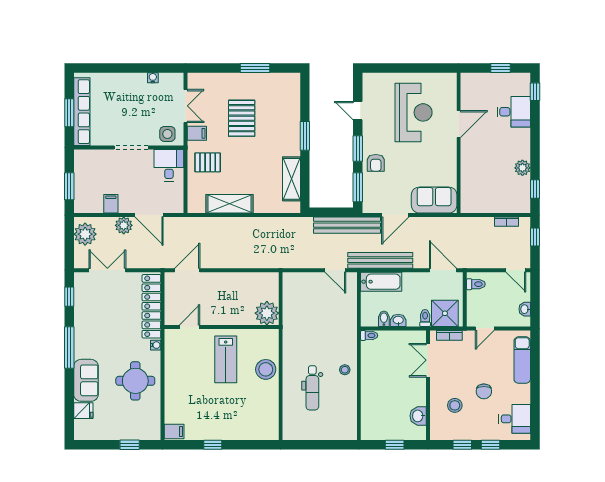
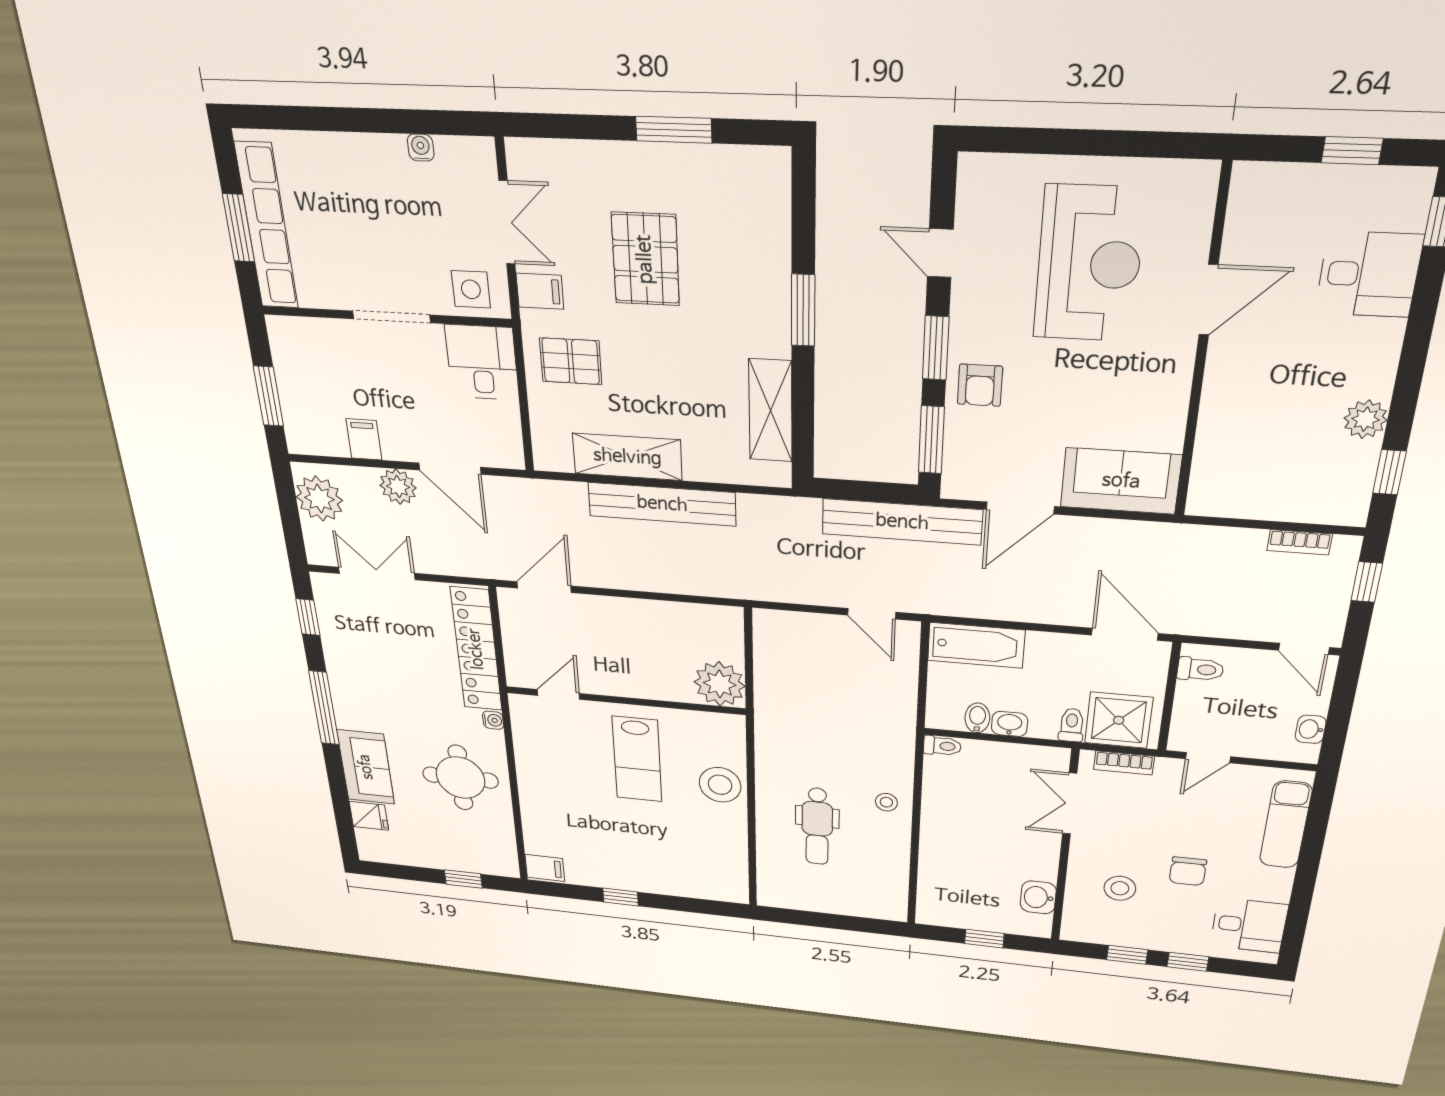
bench: (380, 260) -> (662, 504), moved

